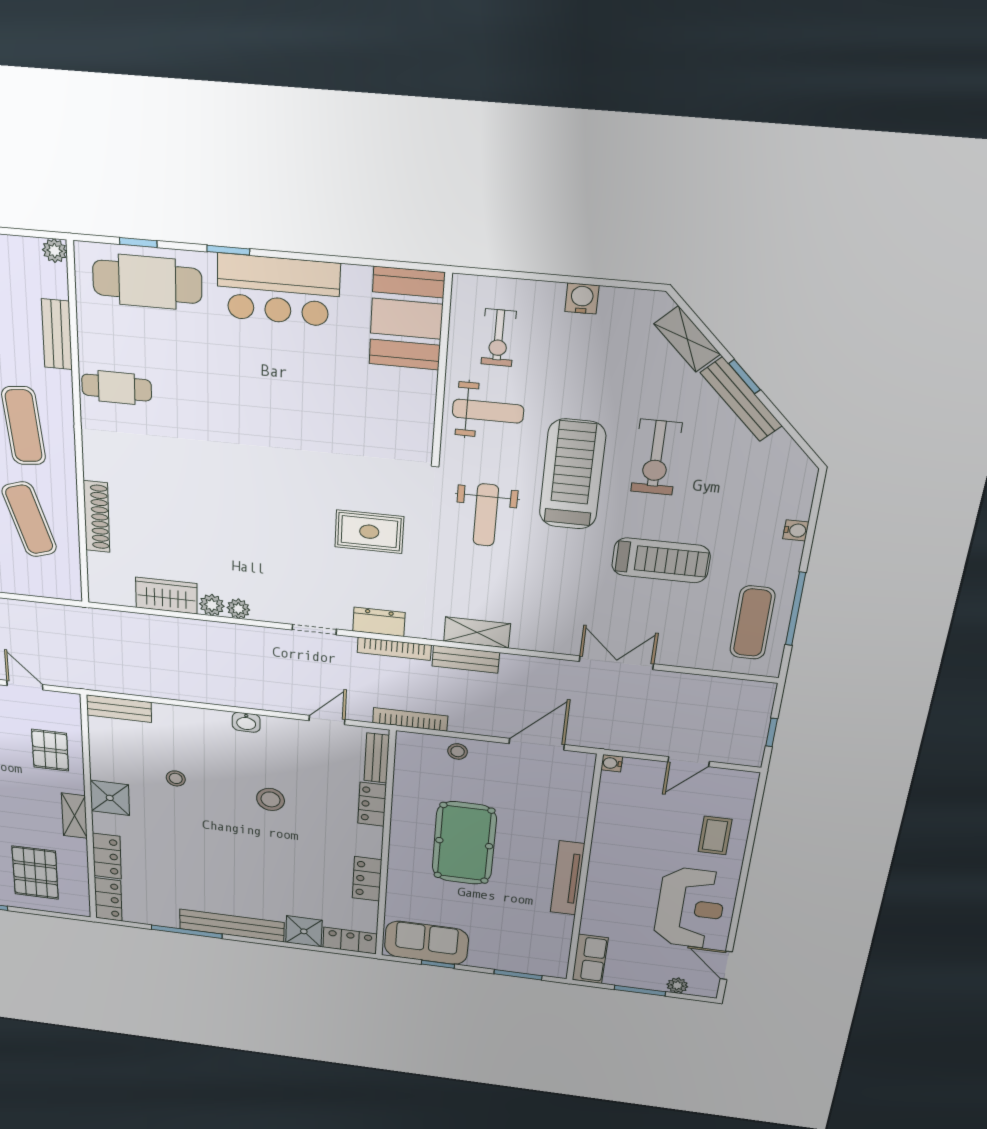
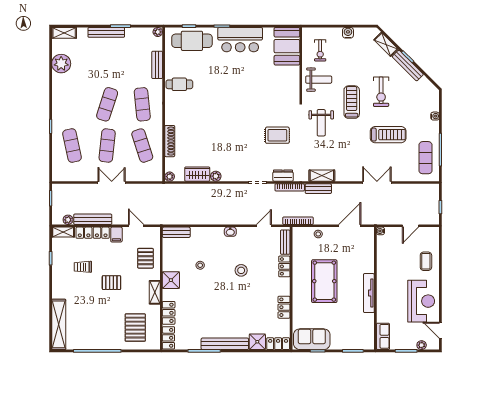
treadmill: (572, 475) -> (352, 102), width x0.73, depth x0.73
plant: (238, 609) -> (170, 177), moved

